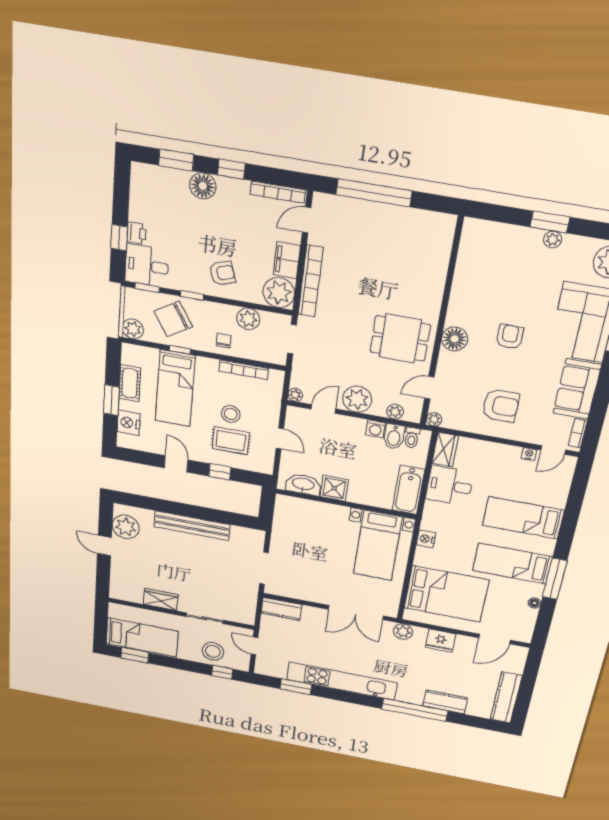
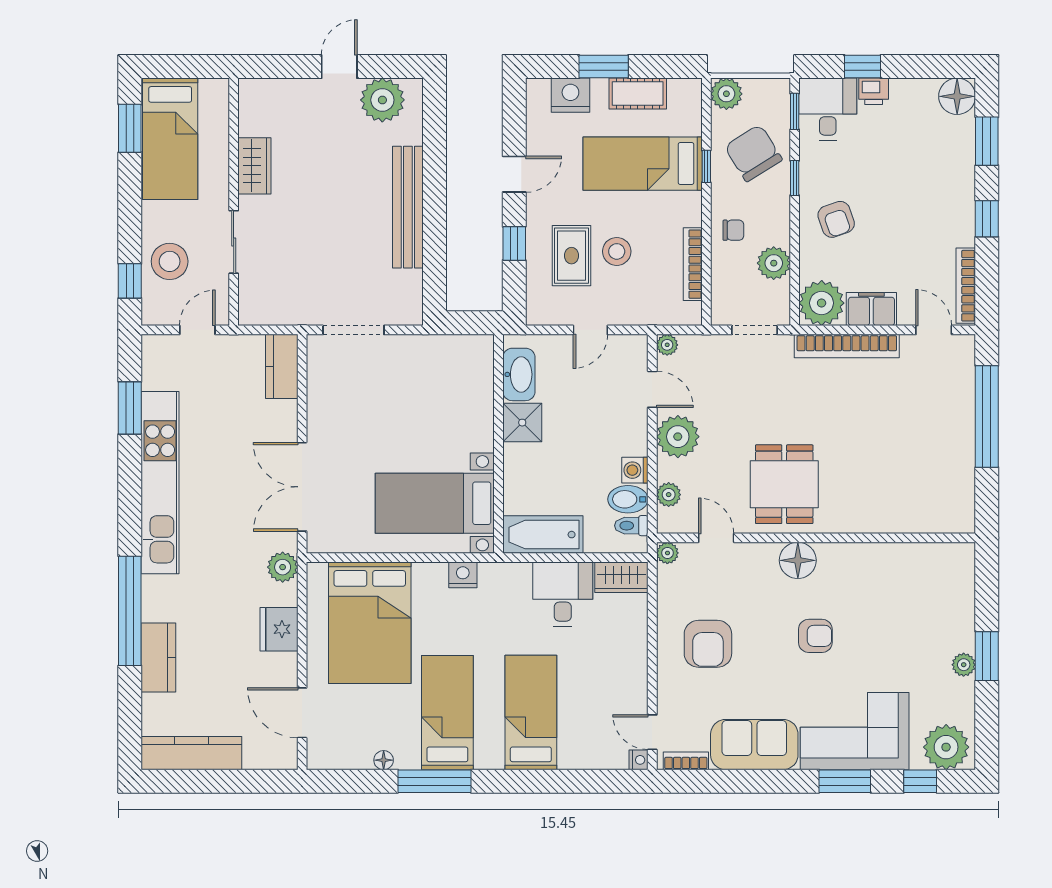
floor lamp: (203, 186) -> (957, 96), moved
nightstand: (529, 454) -> (639, 760), moved

